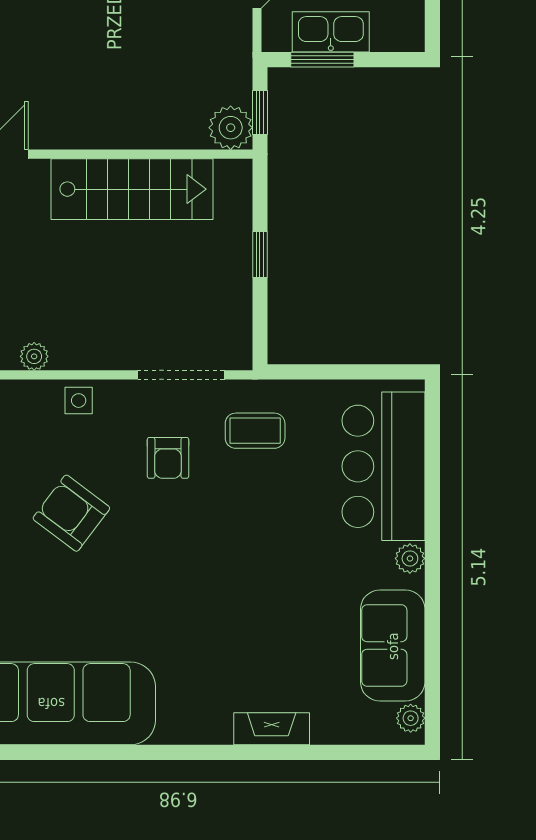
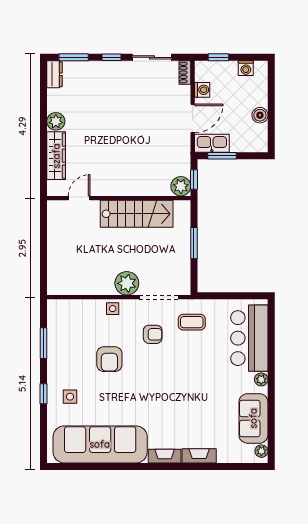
kitchen sink: (331, 32) -> (212, 143), moved
window: (260, 255) -> (194, 243), width x1.50
plant: (34, 356) -> (127, 283), moved, width x1.88, depth x1.88
armchair: (168, 458) -> (153, 334), turned -90
armchair: (71, 513) -> (109, 359), turned -127
fireplace: (195, 730) -> (165, 456), added

